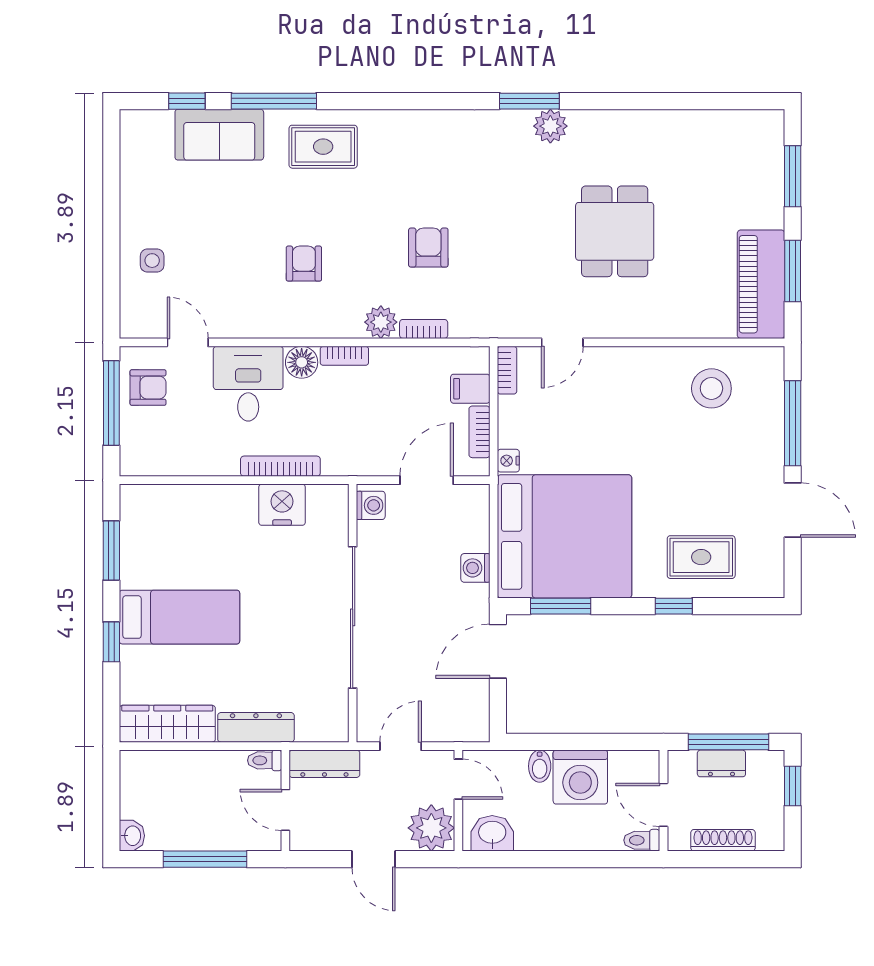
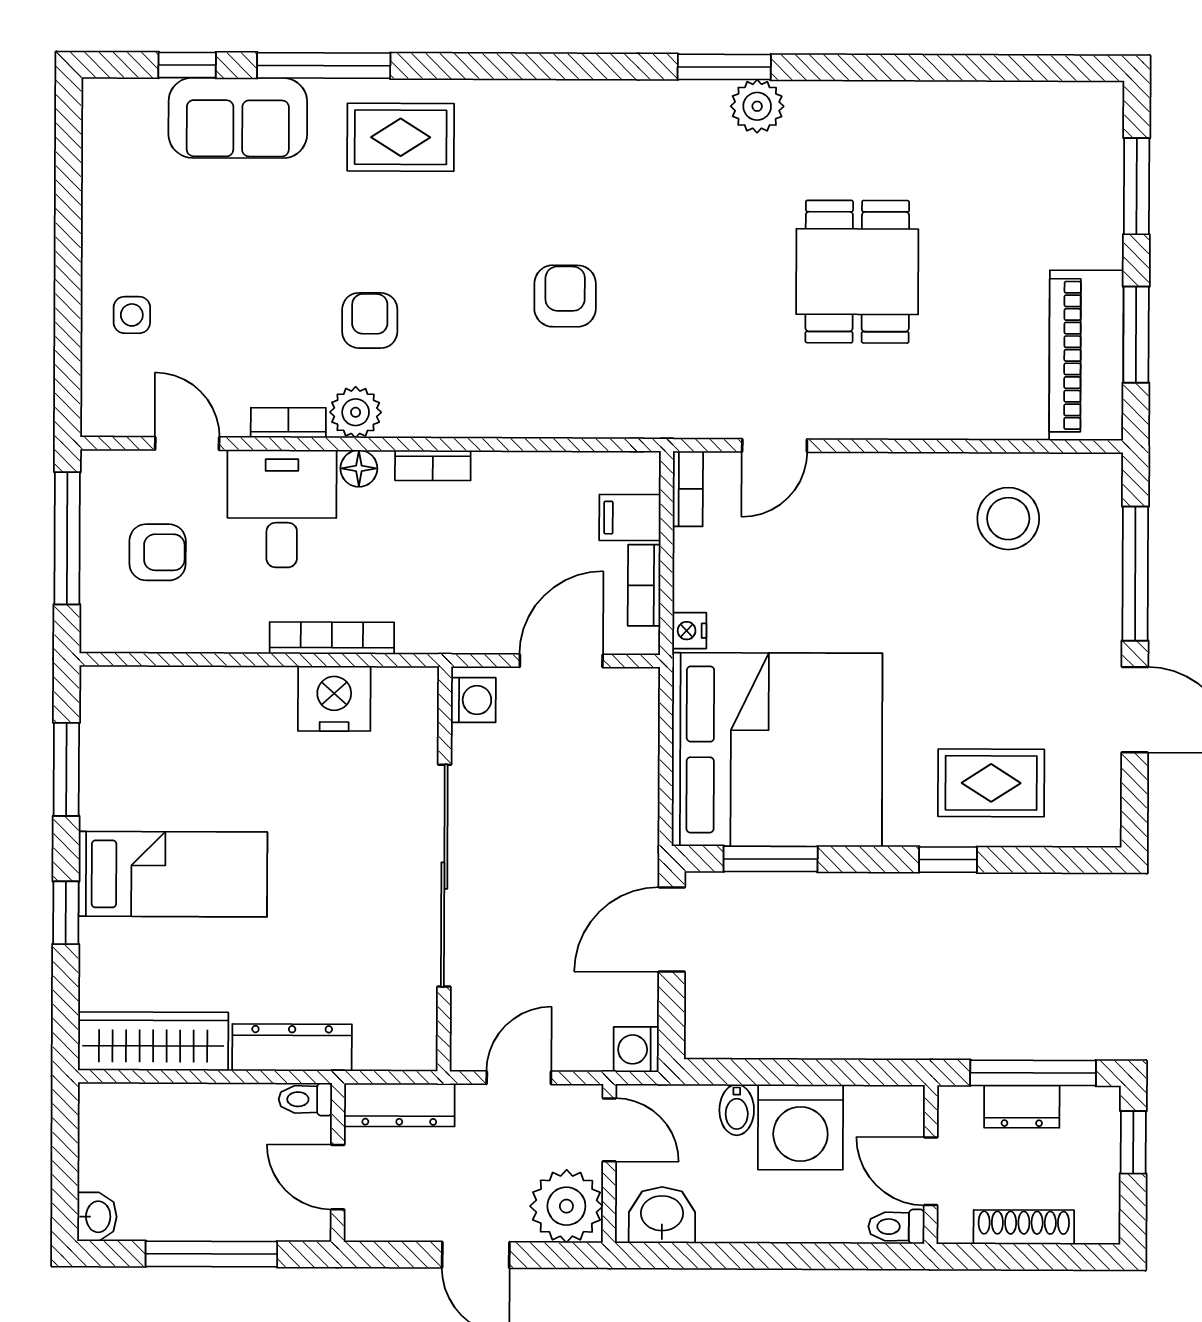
plant: (381, 322) -> (356, 412), moved
bookcase: (424, 329) -> (288, 423), moved
floor lamp: (302, 362) -> (359, 468), width x0.73, depth x0.73
armchair: (148, 388) -> (158, 552), moved
washing machine: (475, 568) -> (636, 1049), moved

